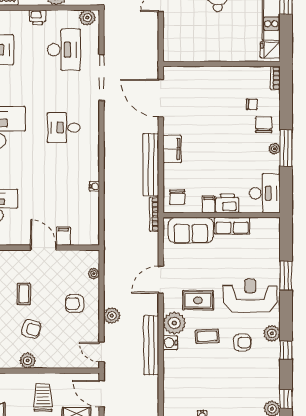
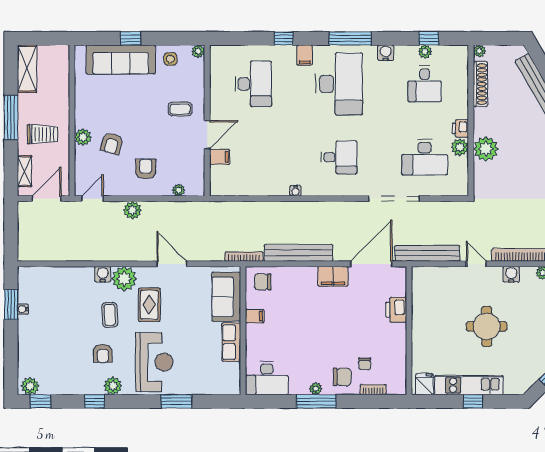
plant: (87, 18) -> (460, 147), moved
bookcase: (275, 78) -> (373, 390), moved
desk: (64, 128) -> (339, 157), turned 90
filing cabinet: (172, 149) -> (333, 276), moved
water cooler: (94, 186) -> (295, 191), moved
printer: (227, 203) -> (396, 310), moved, turned 180
coffee table: (24, 294) -> (180, 109), moved
armchair: (31, 329) -> (112, 143), moved
bench: (151, 345) -> (427, 253), moved
plant: (28, 361) -> (83, 137), moved

